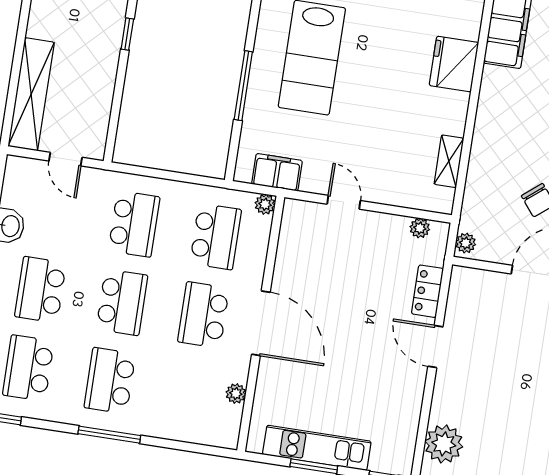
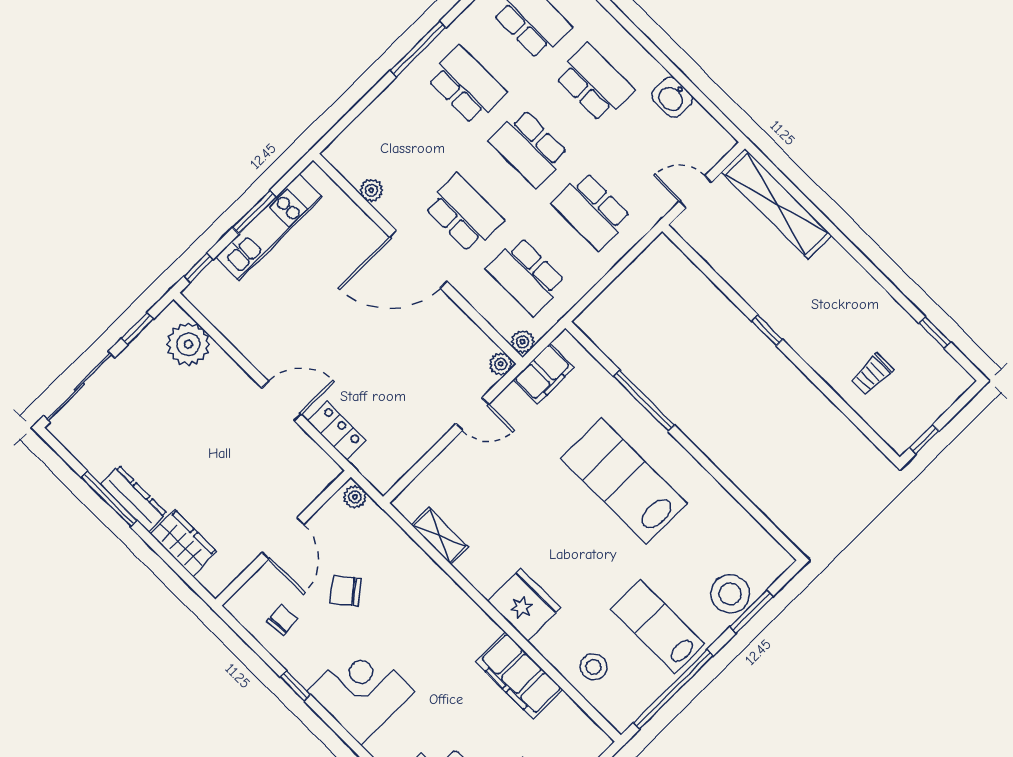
plant: (420, 228) -> (501, 364), moved

